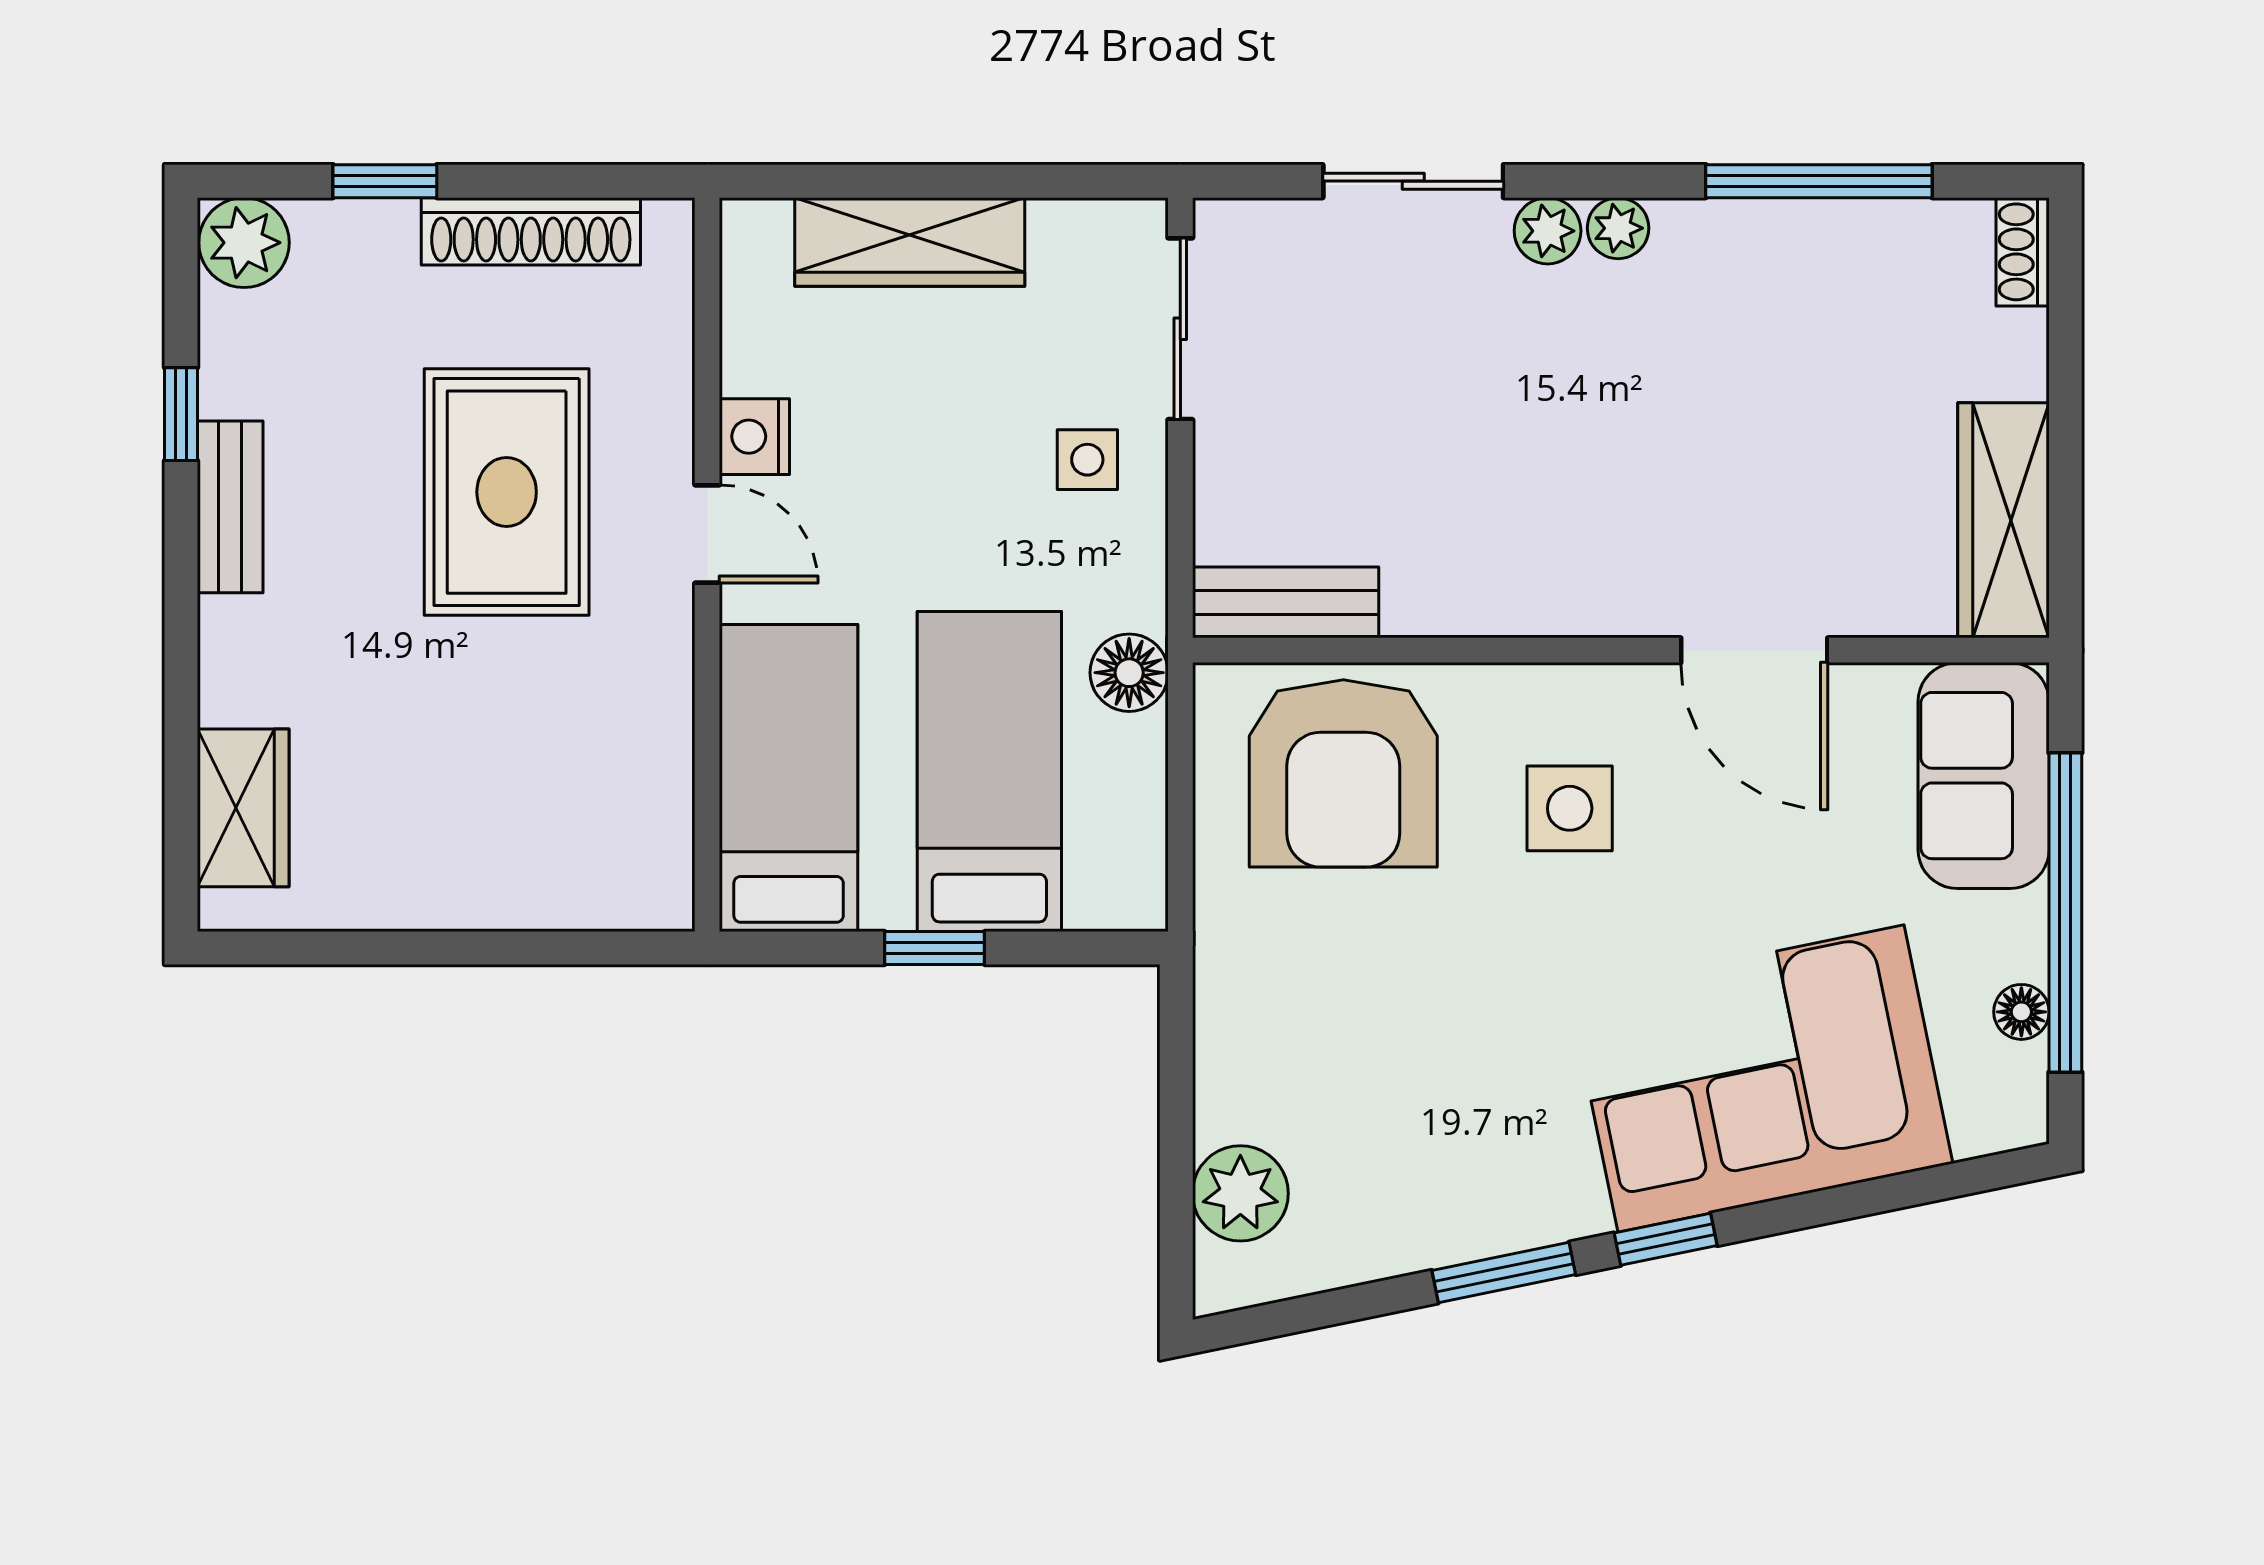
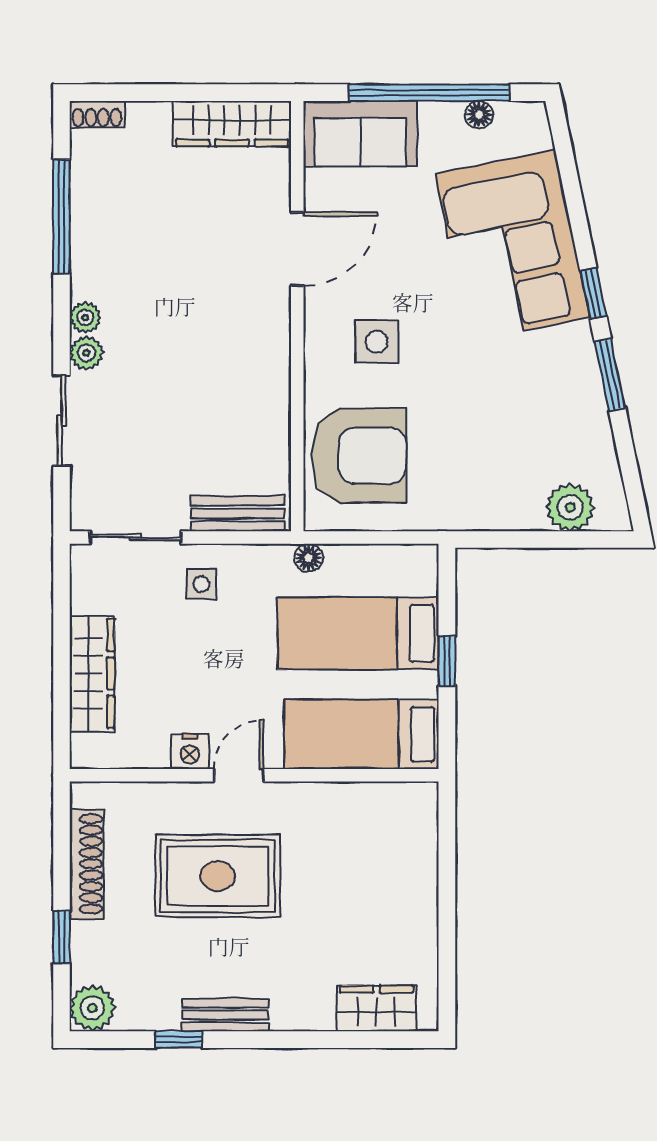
bench: (1286, 602) -> (238, 513), moved, turned 90
floor lamp: (1129, 673) -> (309, 558), width x0.73, depth x0.73

